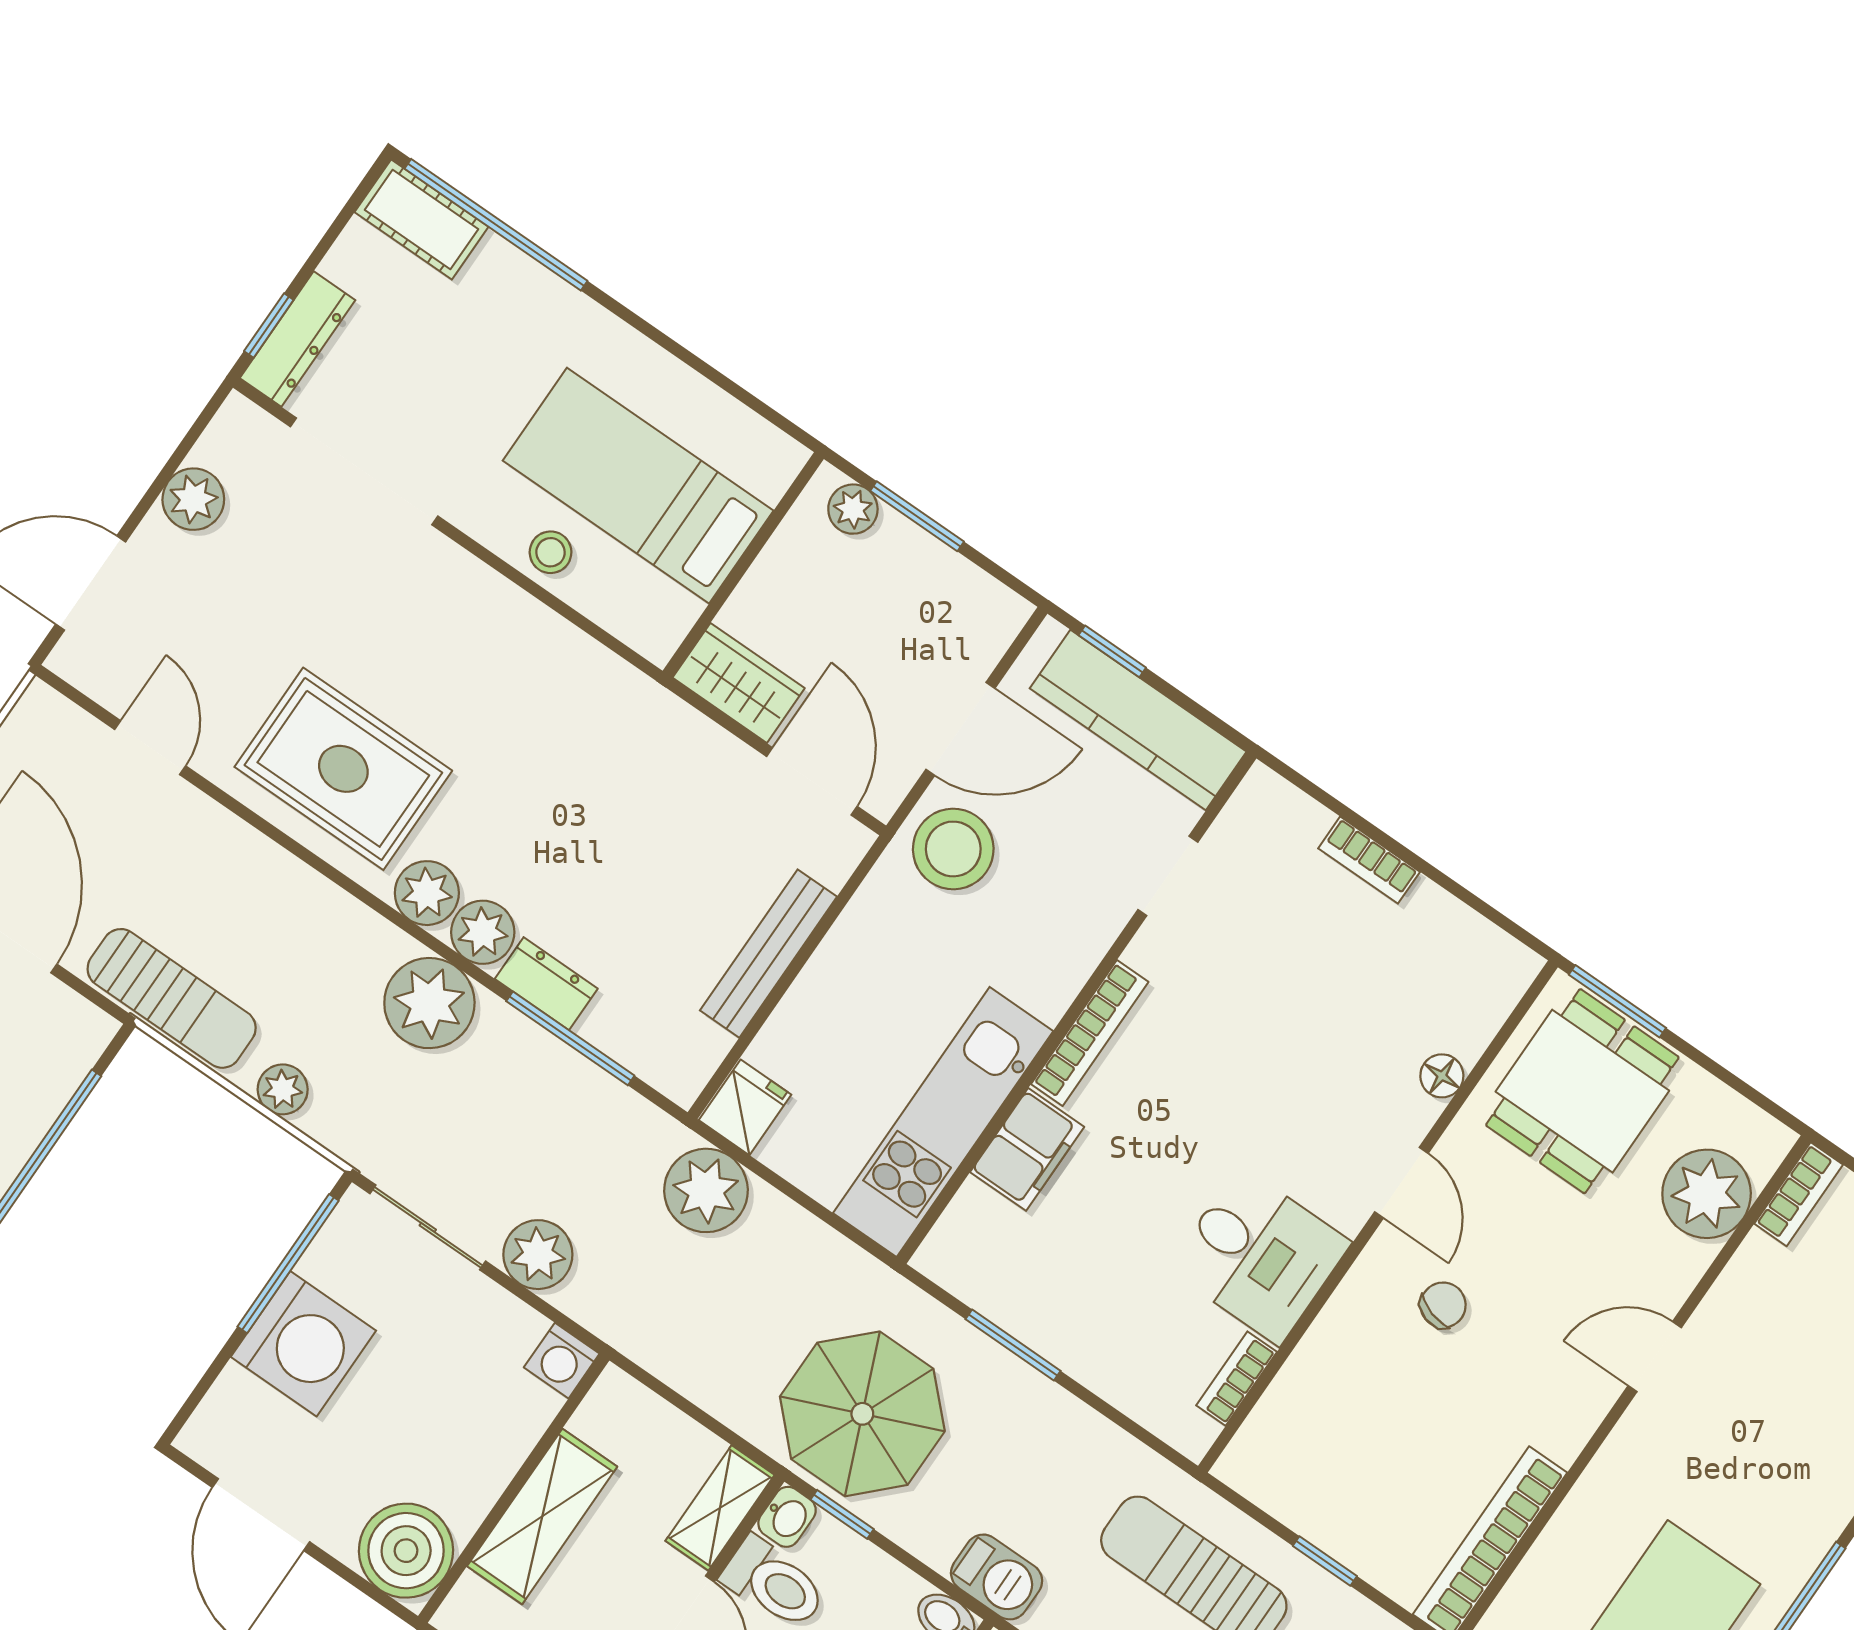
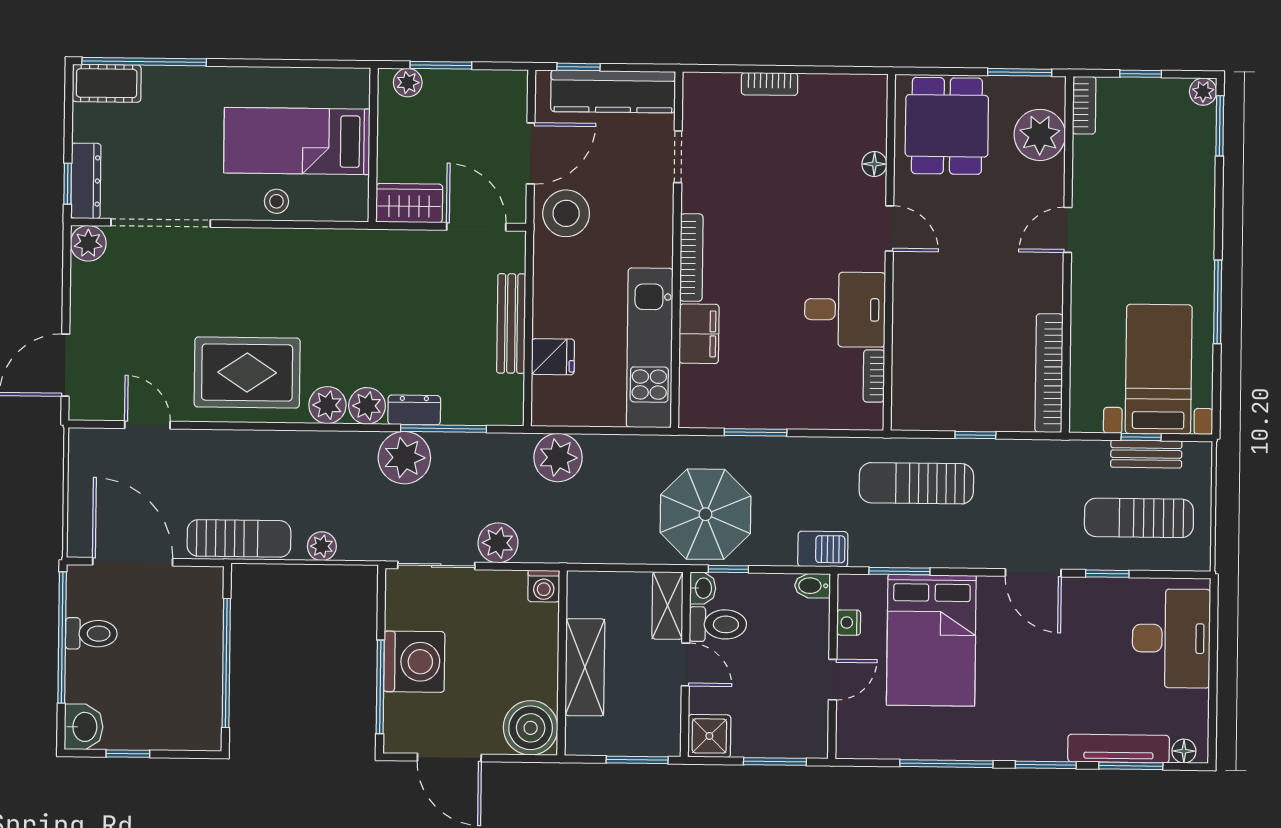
plant: (193, 499) -> (88, 243), moved
window: (1617, 1001) -> (1020, 72), moved
plant: (429, 1003) -> (404, 458), moved
fridge: (745, 1107) -> (553, 357), moved, turned 90
window: (288, 1264) -> (380, 687), moved
chair: (1443, 1305) -> (949, 274), removed

